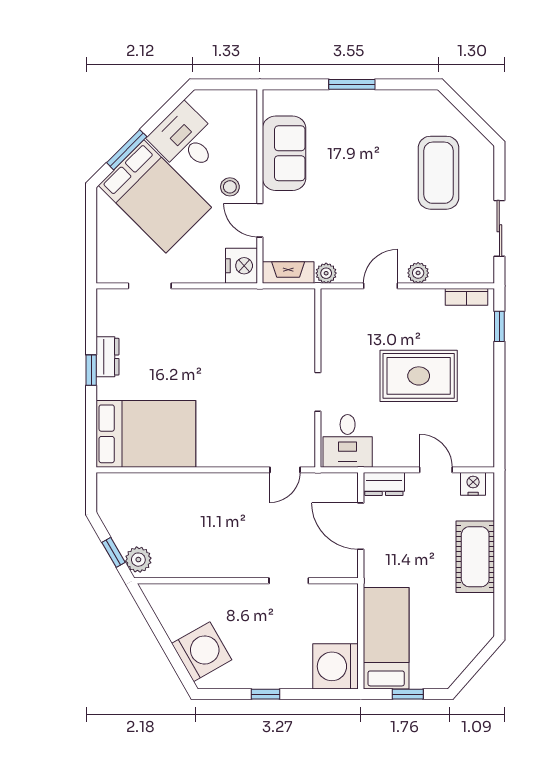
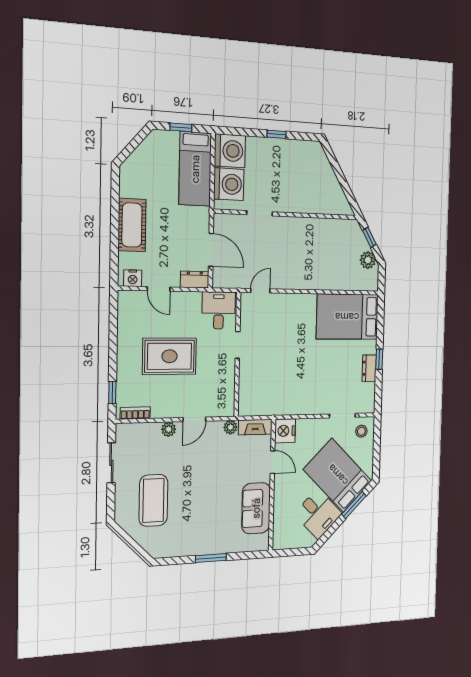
stool: (230, 187) -> (361, 431), moved
plant: (138, 560) -> (368, 260), moved
washing machine: (202, 652) -> (229, 184), moved, turned -150

